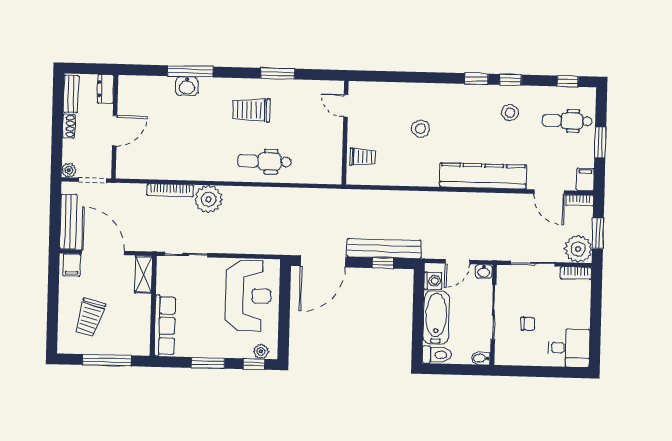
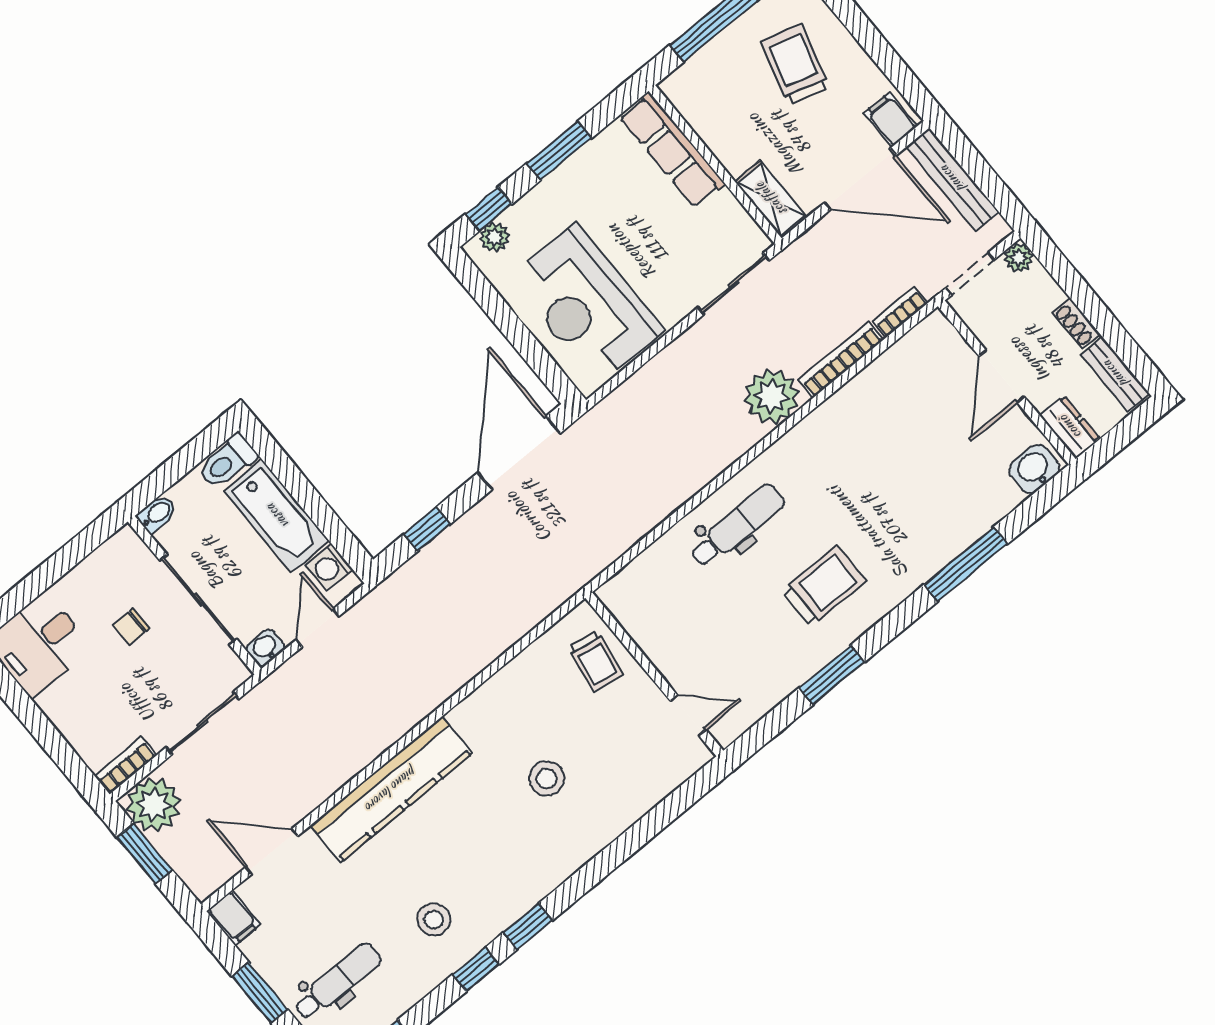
washbasin: (187, 86) -> (1034, 469), moved
trolley: (363, 157) -> (596, 661), turned -80
bookcase: (580, 200) -> (900, 312), moved
bench: (384, 248) -> (445, 552), removed

